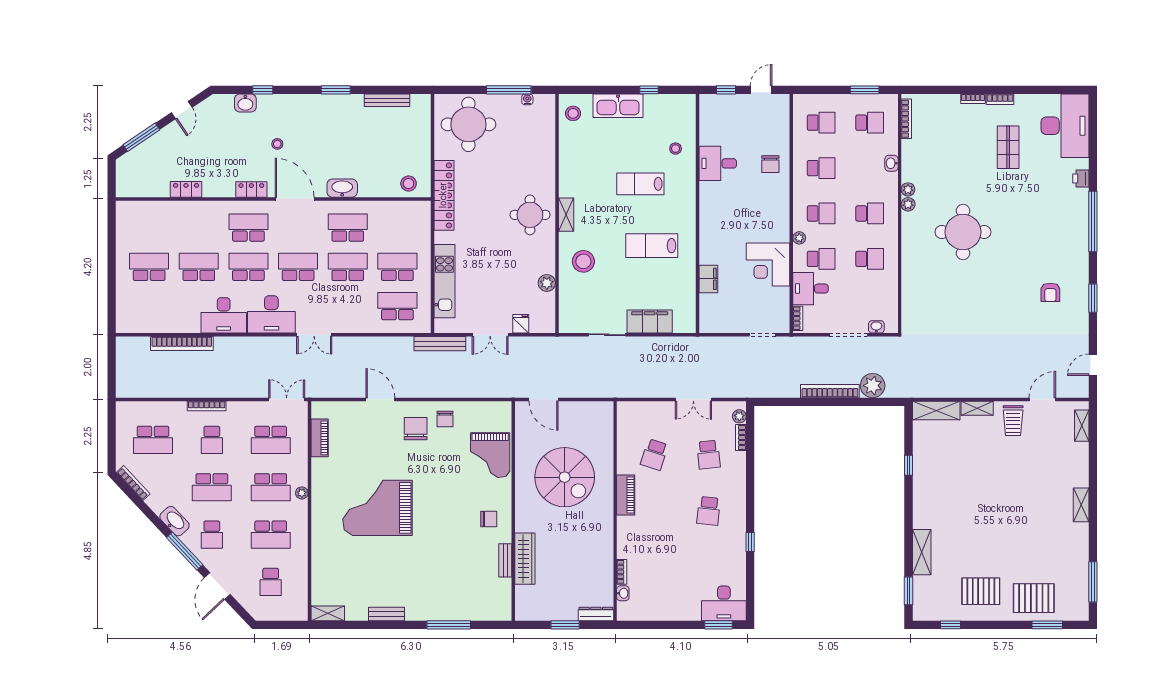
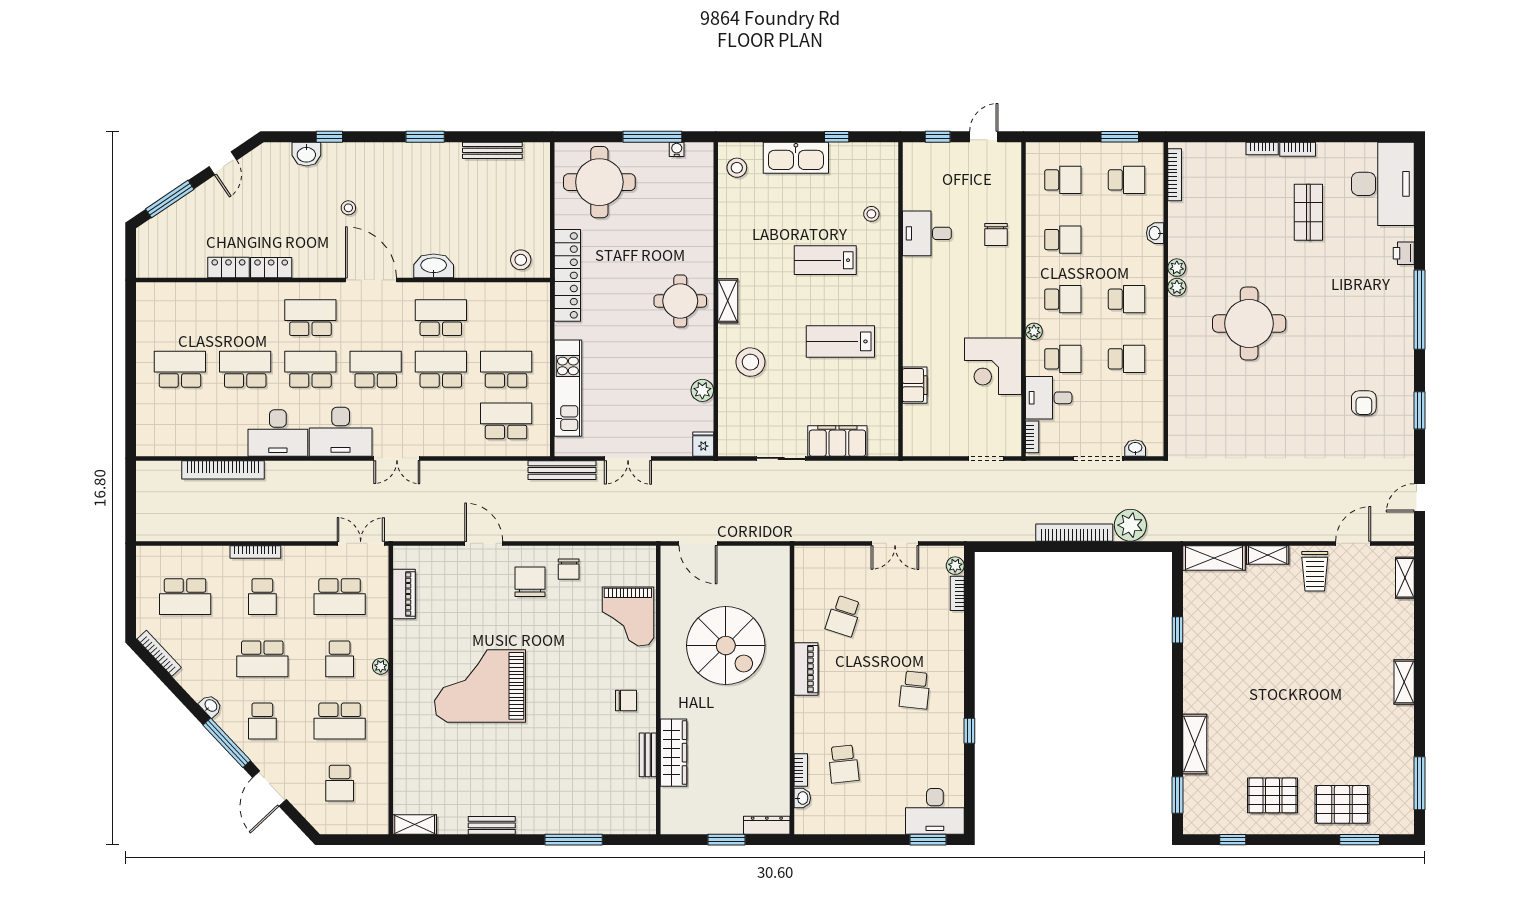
locker: (251, 189) -> (271, 268), moved
fridge: (521, 324) -> (703, 444), moved
school desk: (709, 455) -> (844, 764), moved
school desk: (271, 487) -> (340, 659), width x0.54
washbasin: (174, 521) -> (211, 706), width x0.52, depth x0.69

